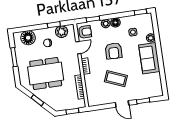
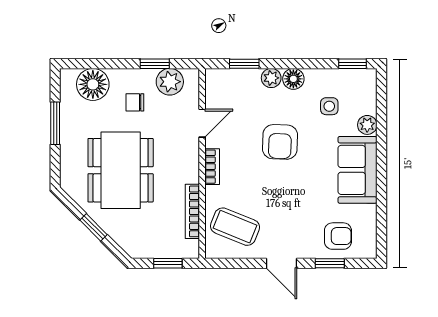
armchair: (85, 32) -> (338, 236), moved
dining table: (46, 74) -> (121, 170), turned 90
coffee table: (116, 79) -> (235, 227), moved

